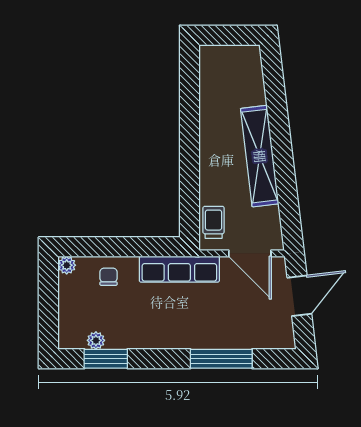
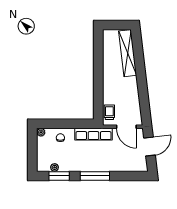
shelving: (260, 156) -> (128, 53), moved
window: (221, 359) -> (95, 176), moved

